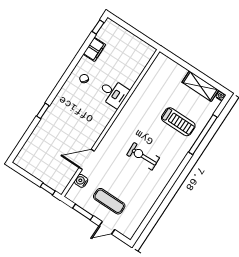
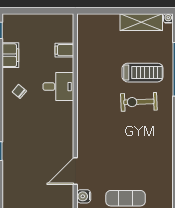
filing cabinet: (134, 71) -> (64, 50), added
exercise bike: (143, 156) -> (139, 102), moved

